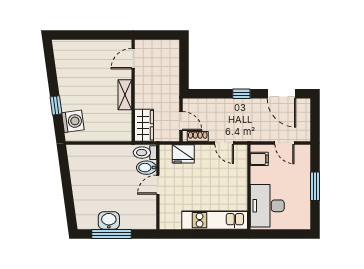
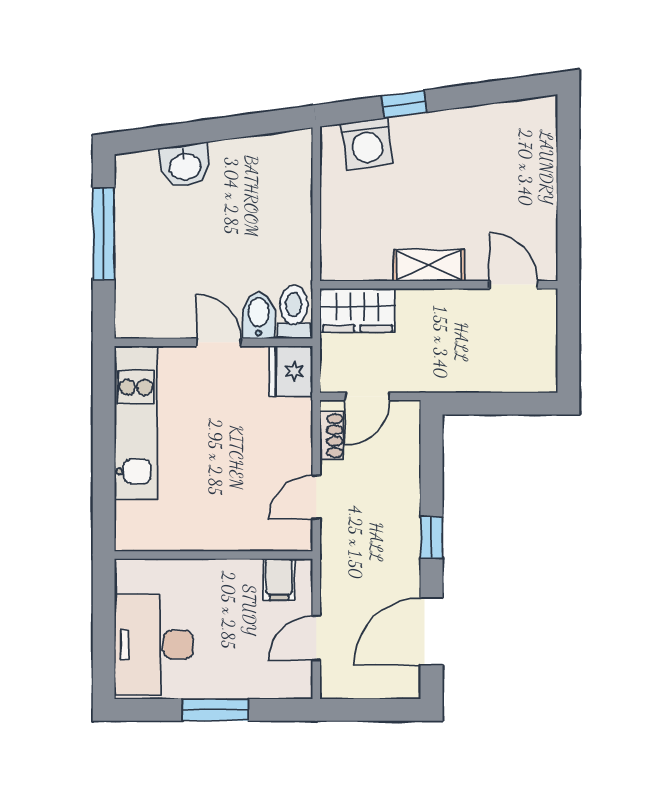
fridge: (183, 154) -> (291, 371), moved
desk: (267, 206) -> (154, 645), moved, turned -90
washbasin: (109, 220) -> (185, 166), moved, turned 82
kitchen unit: (215, 220) -> (136, 422), moved

